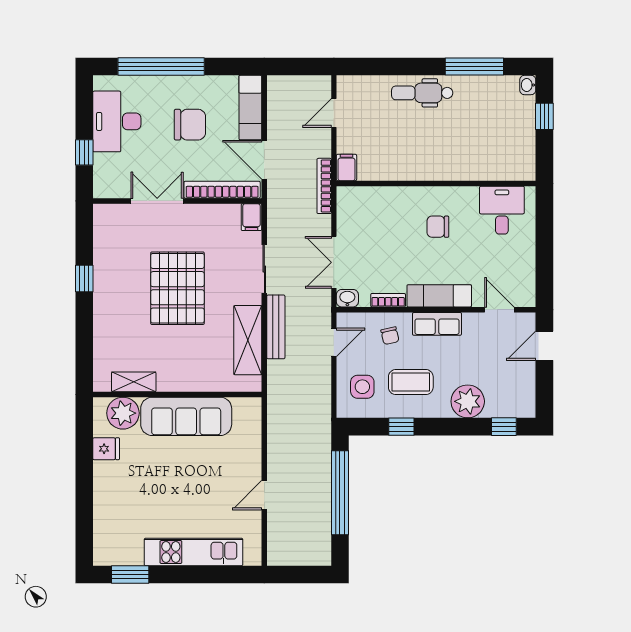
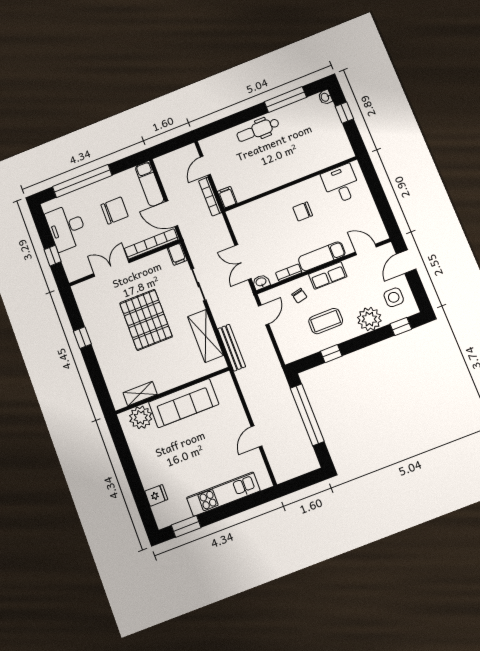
bookcase: (324, 186) -> (210, 197), moved
bench: (276, 327) -> (232, 348), moved
side table: (362, 387) -> (394, 297), moved
fridge: (106, 449) -> (156, 495), moved

